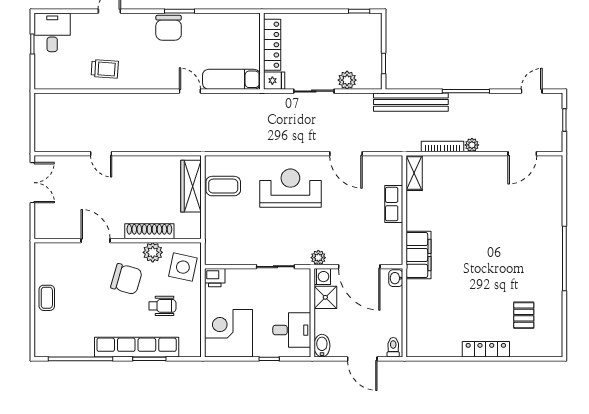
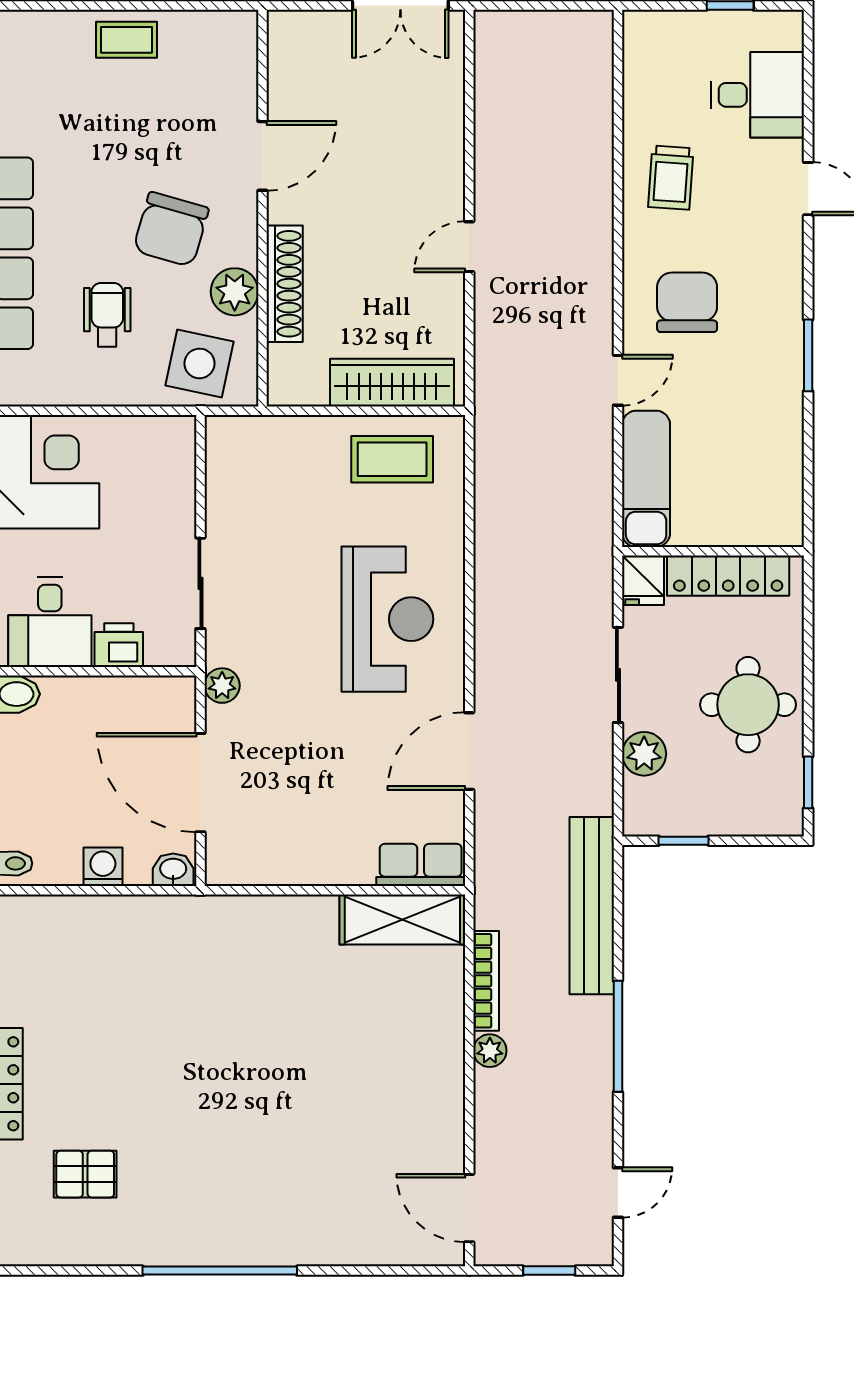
chair: (169, 28) -> (687, 302), moved, turned 90
desk: (52, 32) -> (758, 95), moved
round table: (326, 36) -> (748, 705), added
door: (532, 91) -> (618, 1193), hinge flipped
door: (101, 154) -> (469, 247), moved
door: (522, 154) -> (469, 1208), moved
shelving: (414, 173) -> (402, 919), width x1.50, depth x1.33
coffee table: (223, 186) -> (392, 459), turned 90
row of seats: (394, 204) -> (421, 865), moved
filing cabinet: (419, 255) -> (228, 924), removed
door: (359, 267) -> (200, 783), hinge flipped
washing machine: (322, 277) -> (103, 867), moved, turned 180
printer: (215, 278) -> (119, 645), moved, turned 90
shower: (325, 297) -> (128, 702), removed
wheelchair: (162, 306) -> (107, 315), turned 180

